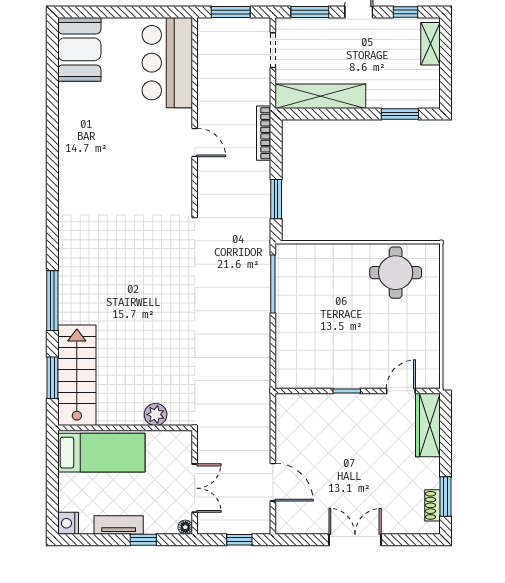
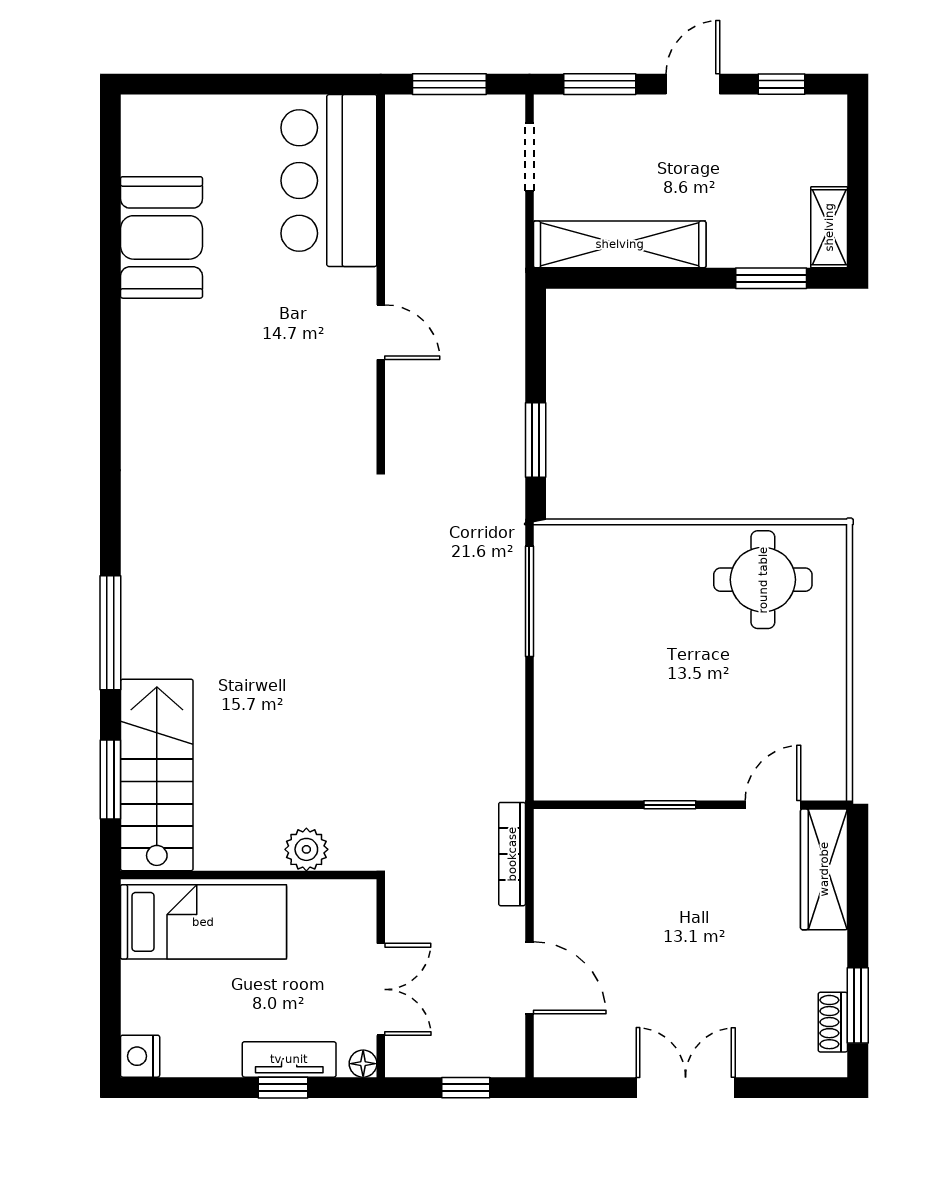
shelving: (430, 44) -> (829, 227), moved
booth: (79, 49) -> (161, 237), moved
bookcase: (264, 133) -> (512, 854), moved
tv unit: (119, 525) -> (289, 1059), moved

